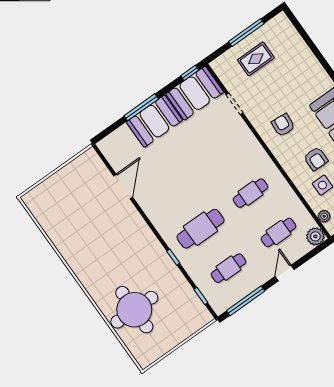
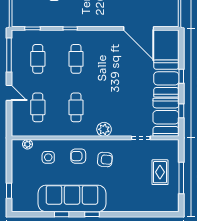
window: (190, 73) -> (181, 111), moved
window: (141, 107) -> (181, 76), width x0.46
armchair: (316, 159) -> (78, 156), moved
door: (123, 187) -> (139, 28), width x1.36
cafe table: (200, 229) -> (76, 59), width x0.73, depth x0.74
plant: (315, 236) -> (104, 129), moved

